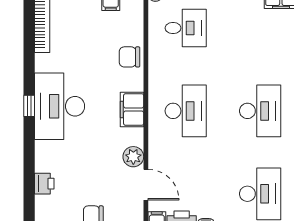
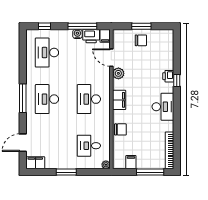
window: (29, 106) -> (177, 81), moved
desk: (60, 106) -> (163, 107), width x0.73, depth x0.77
printer: (44, 184) -> (168, 76), moved

